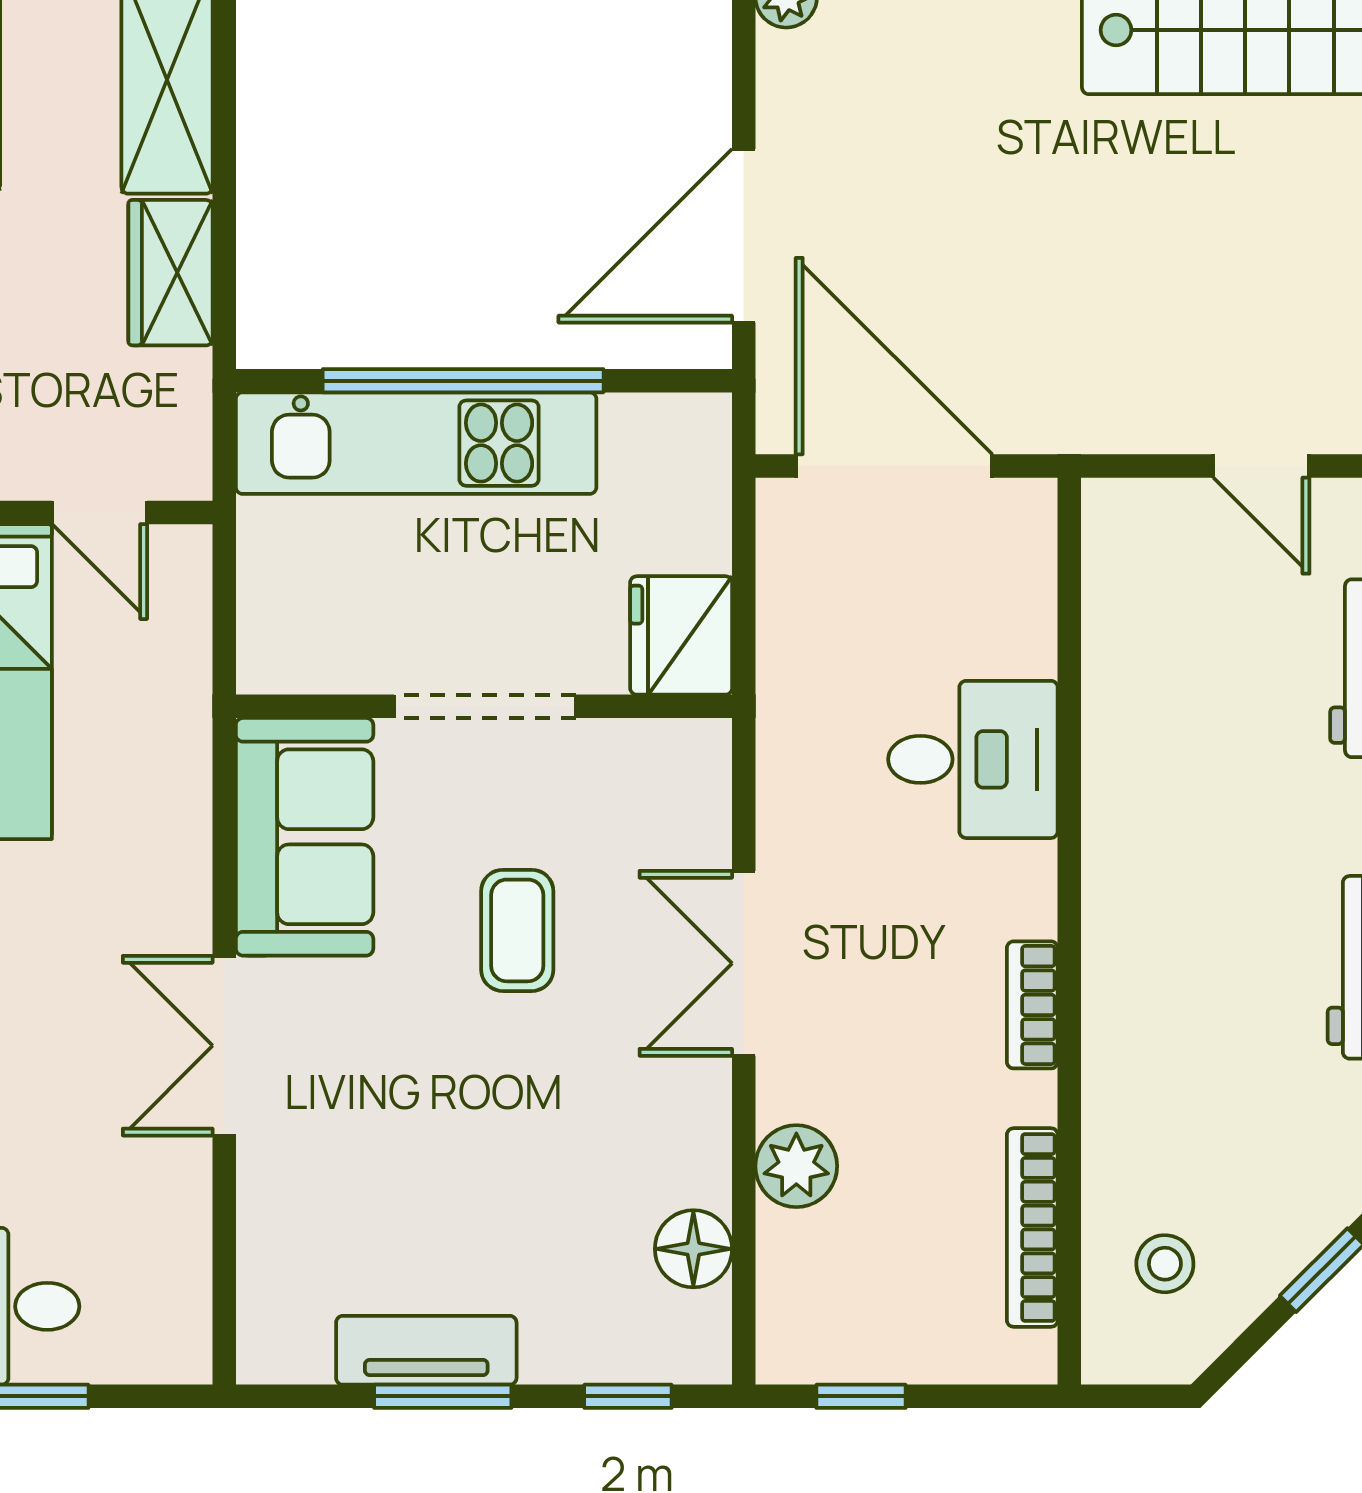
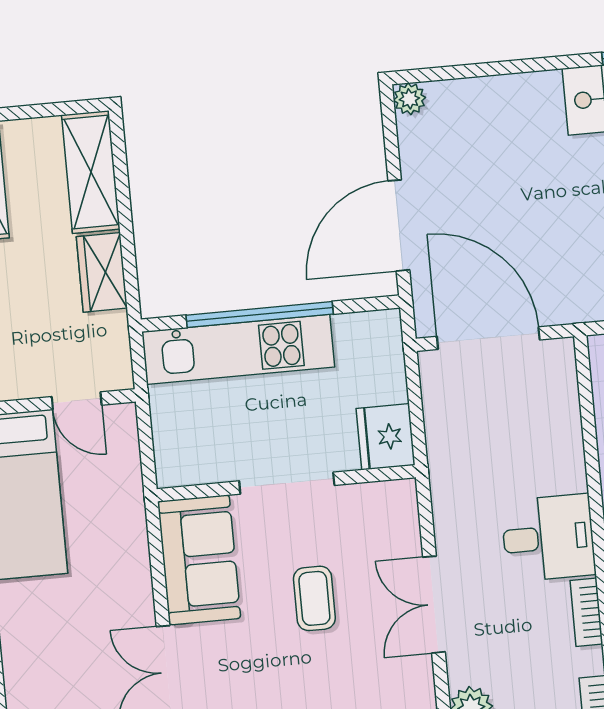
desk: (973, 759) -> (548, 538), moved

